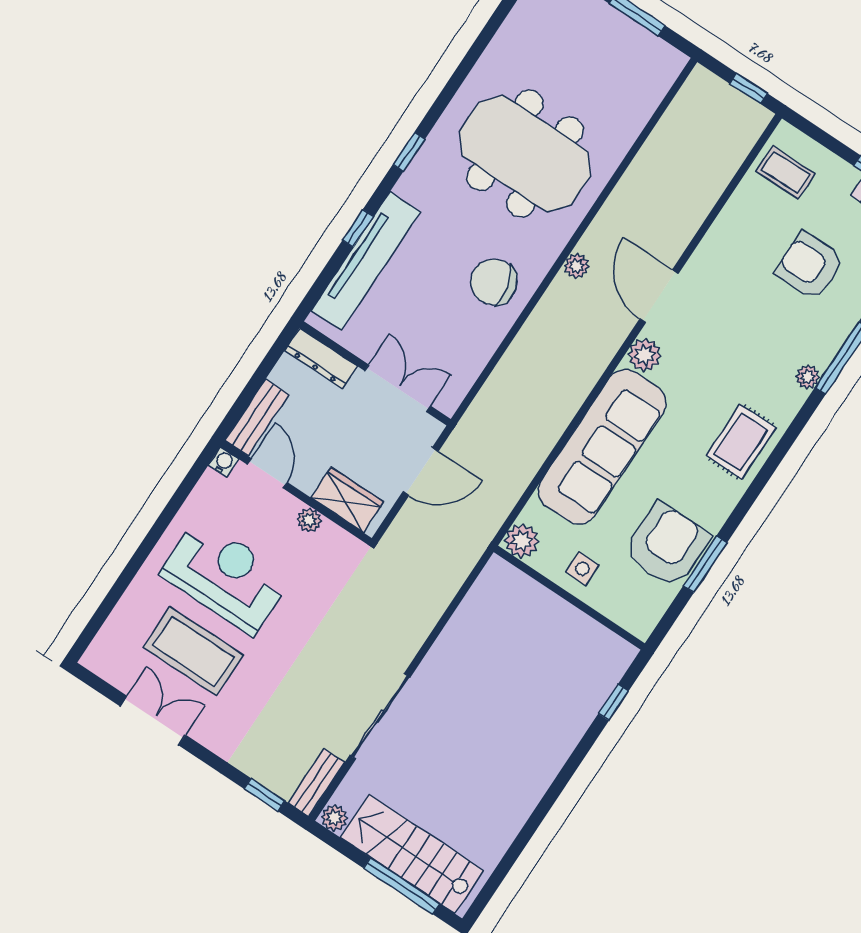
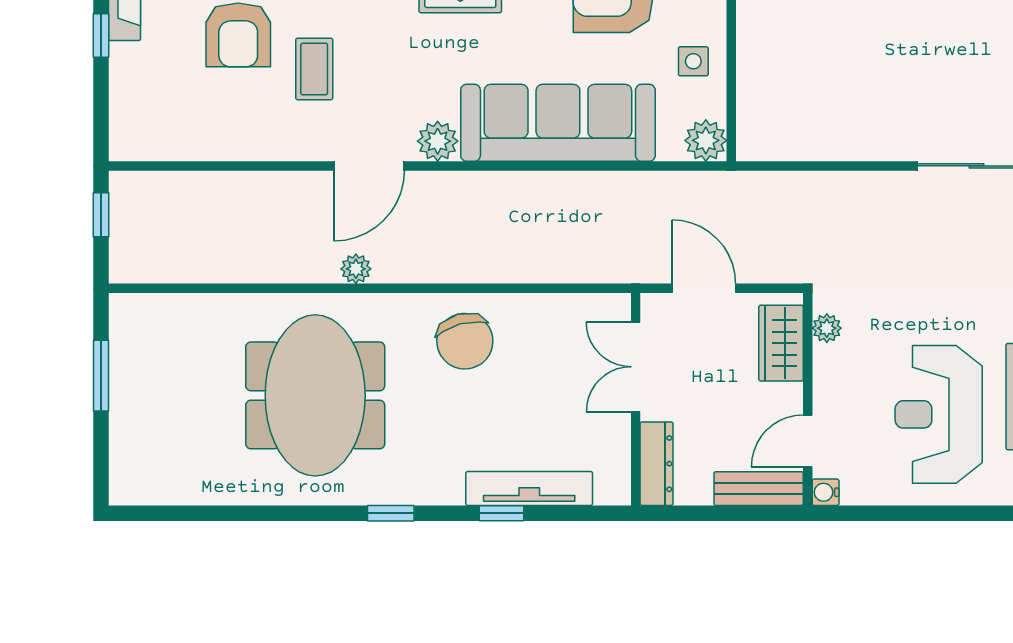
coffee table: (786, 172) -> (314, 69), moved
tv unit: (366, 261) -> (529, 488), width x0.73, depth x0.78
plant: (577, 266) -> (356, 269), moved
plant: (309, 520) -> (827, 328), moved

